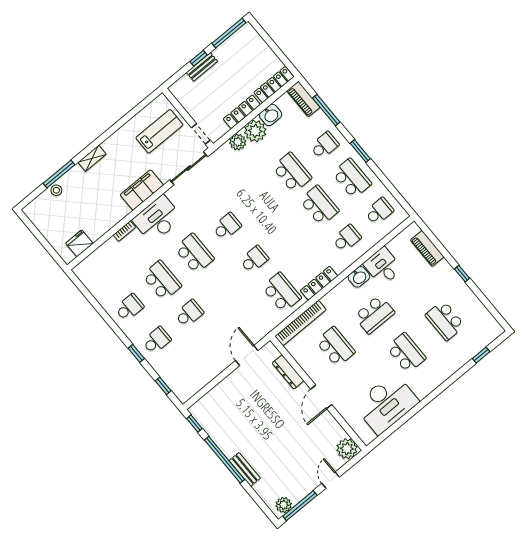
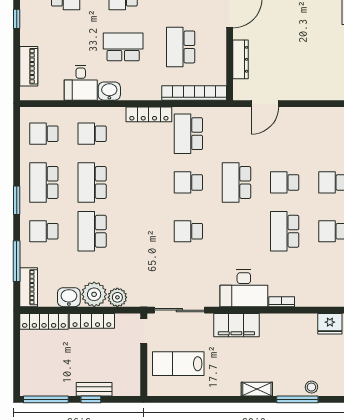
school desk: (194, 253) -> (237, 182), moved

